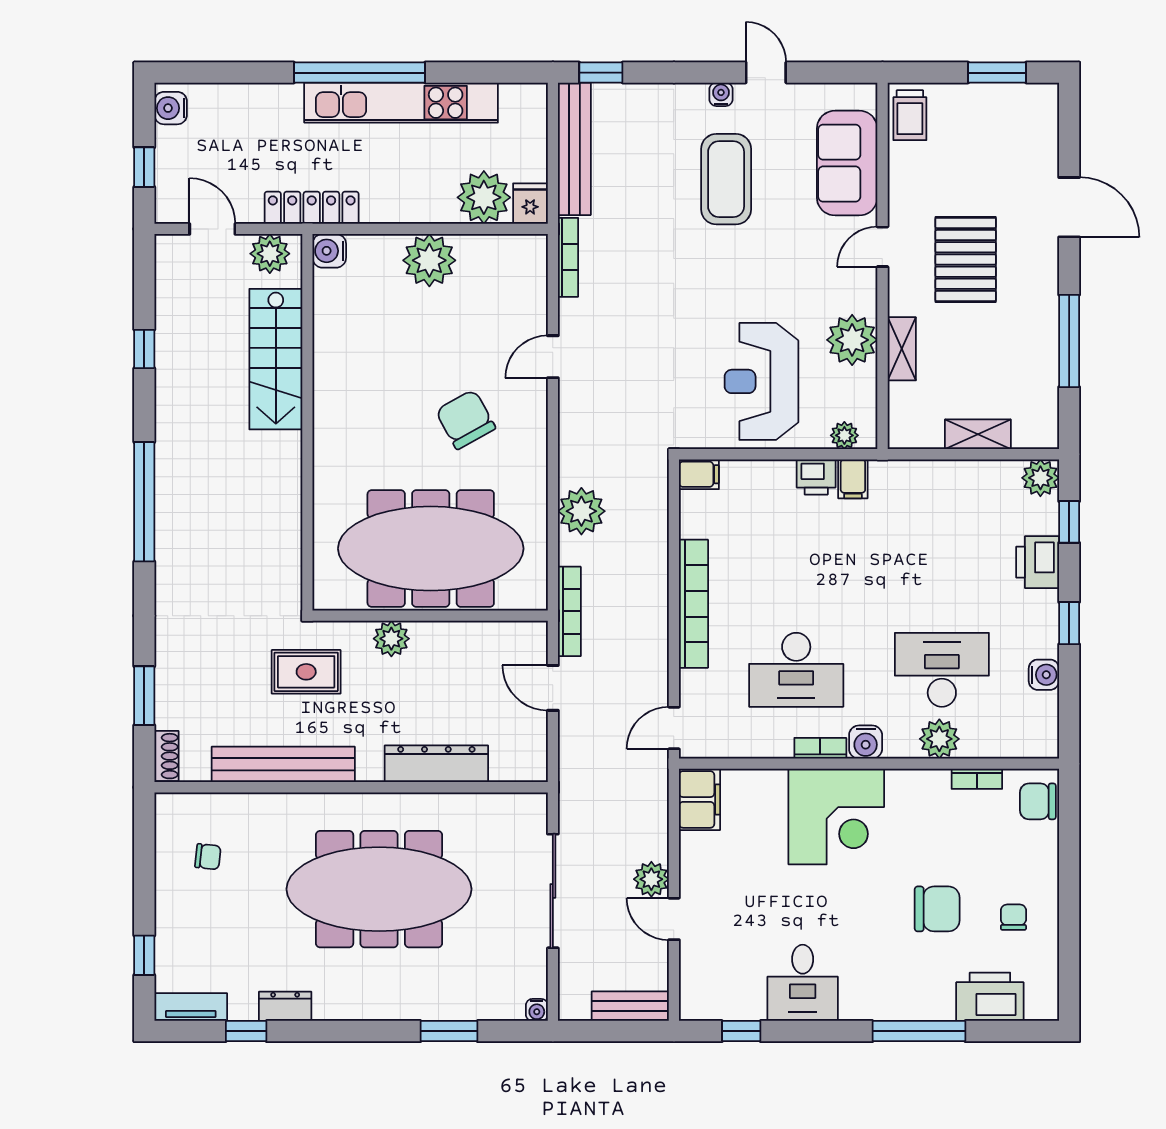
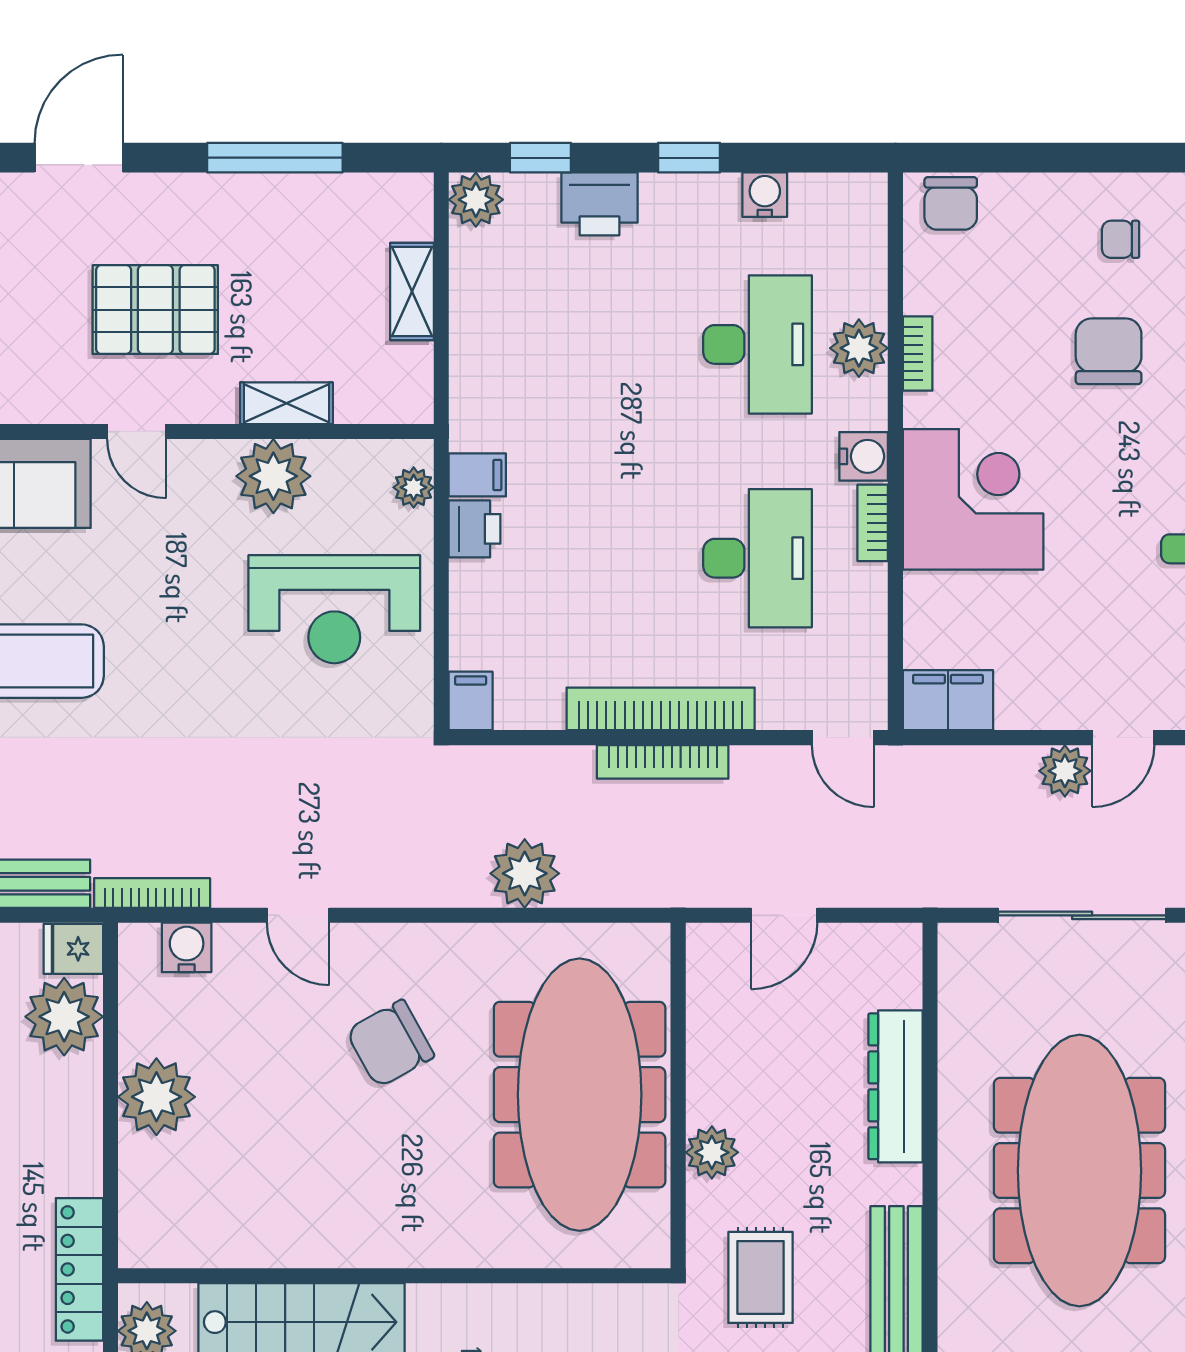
water cooler: (329, 251) -> (187, 947), moved, turned 180
bookcase: (569, 611) -> (663, 762), moved, turned 180
desk: (942, 670) -> (757, 344), turned 180
bookcase: (977, 779) -> (918, 354), moved

